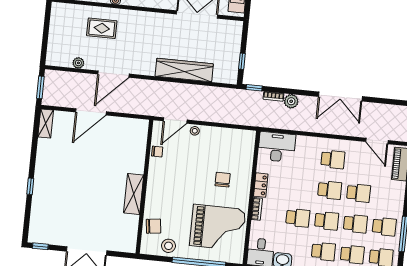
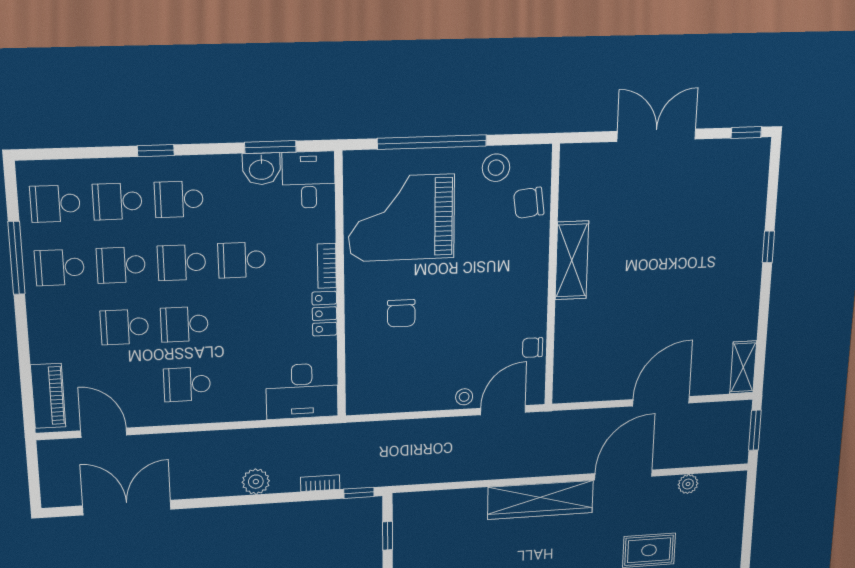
wardrobe: (184, 70) -> (540, 500), moved
double door: (340, 96) -> (127, 508), moved
plant: (291, 101) -> (256, 482), moved

